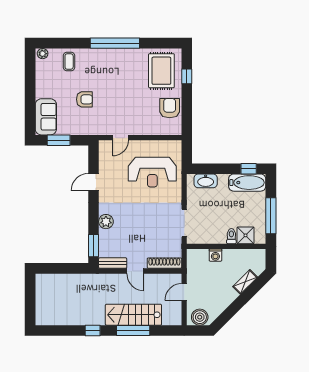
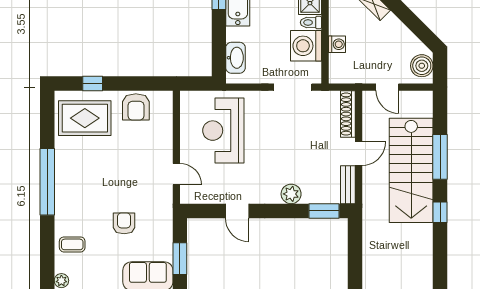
armchair: (170, 108) -> (136, 107), turned -90
reception desk: (152, 172) -> (223, 131), turned 180
washing machine: (214, 232) -> (306, 46), added
stairs: (133, 315) -> (411, 170), width x1.36, depth x1.51

